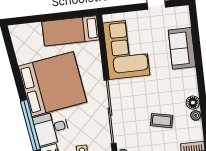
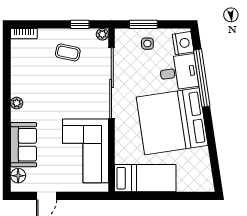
floor lamp: (193, 103) -> (18, 176), moved
plant: (196, 115) -> (17, 103), moved
coffee table: (162, 121) -> (68, 52), moved

